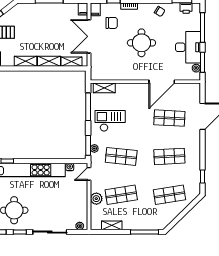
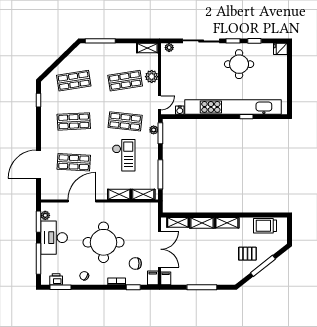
round table: (141, 43) -> (103, 242), width x1.36, depth x1.36
shelving: (127, 88) -> (119, 194), added
checkout: (110, 121) -> (124, 155), moved, turned -90
shelving: (112, 225) -> (147, 48), moved

